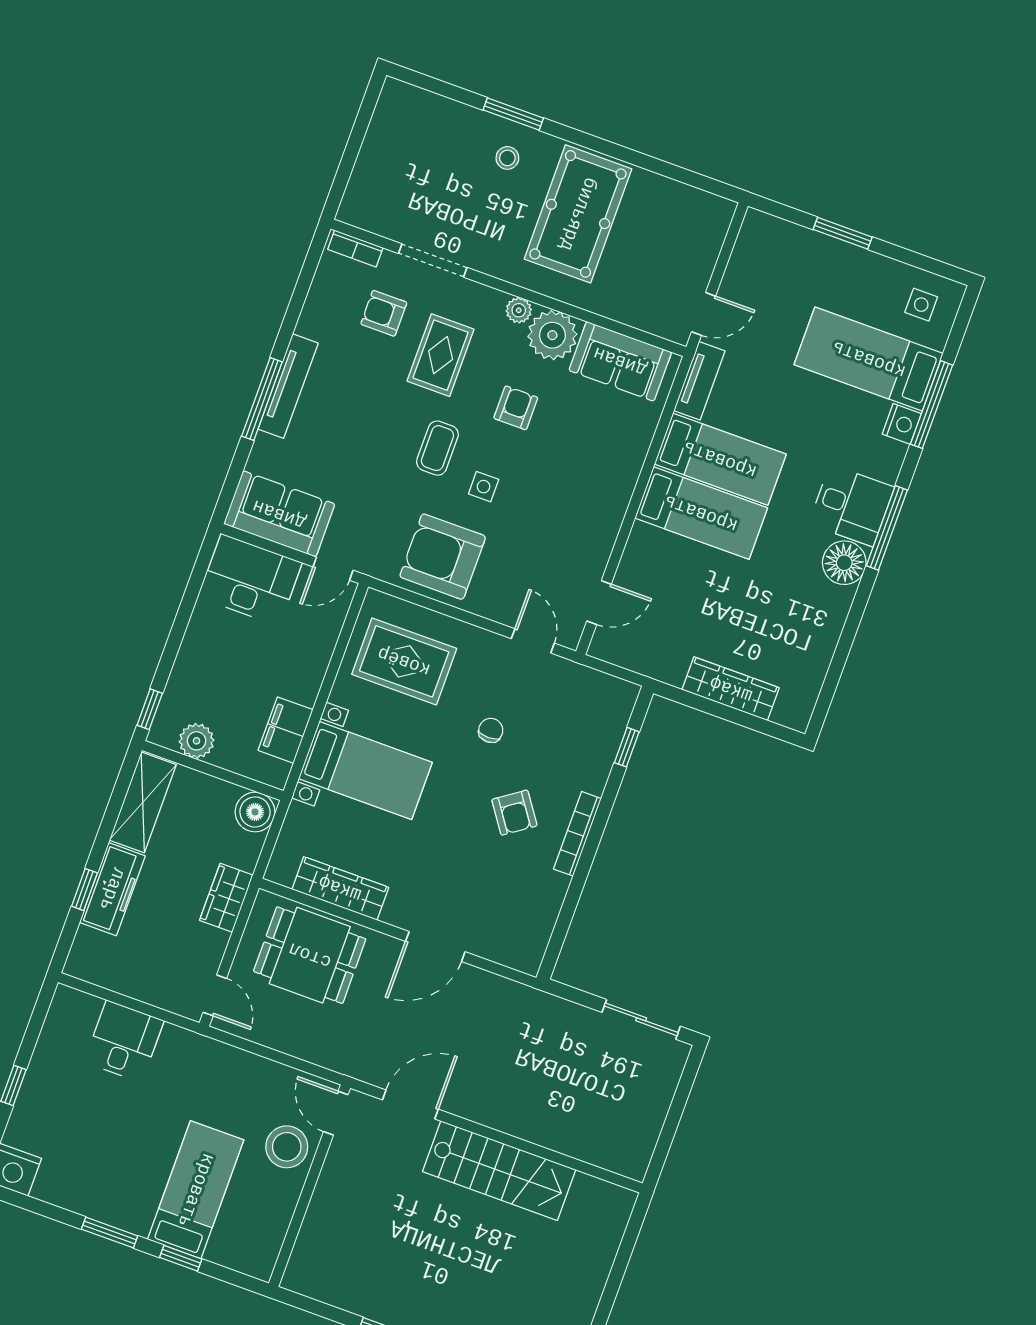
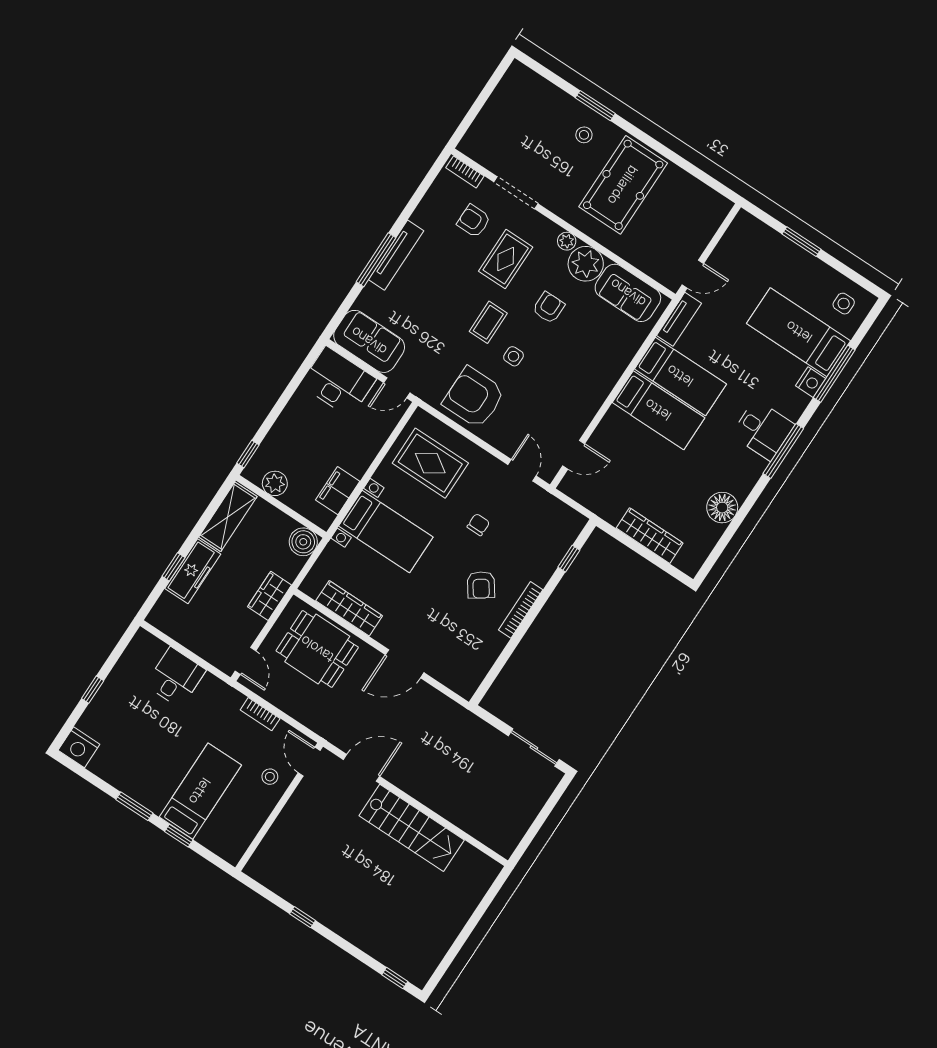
floor lamp: (844, 563) -> (722, 508), moved
bookcase: (253, 1064) -> (260, 714), added
stool: (287, 1147) -> (270, 777), width x0.53, depth x0.53

